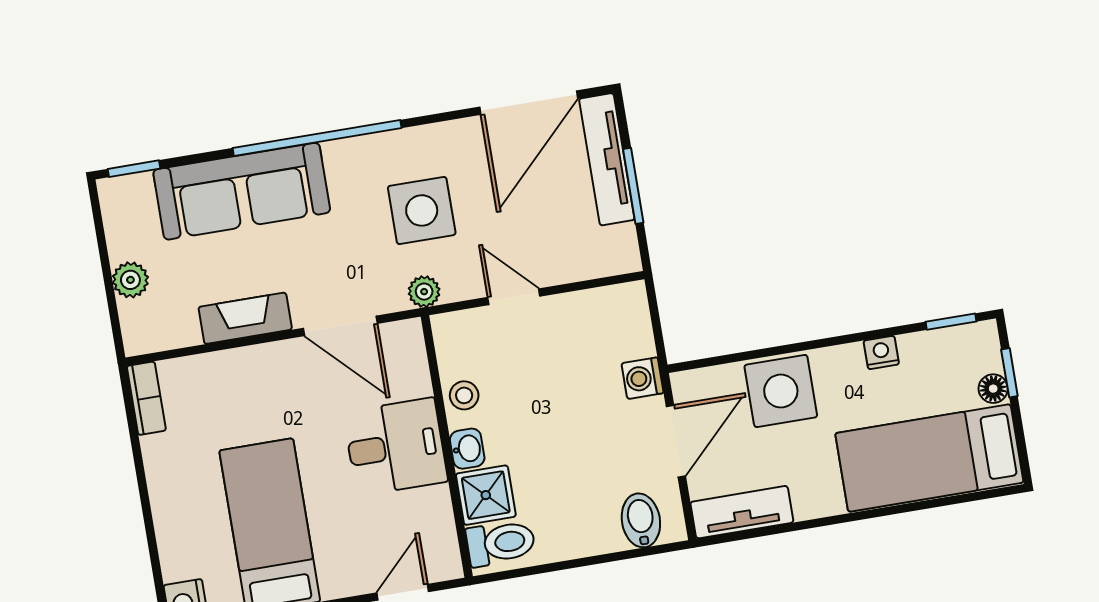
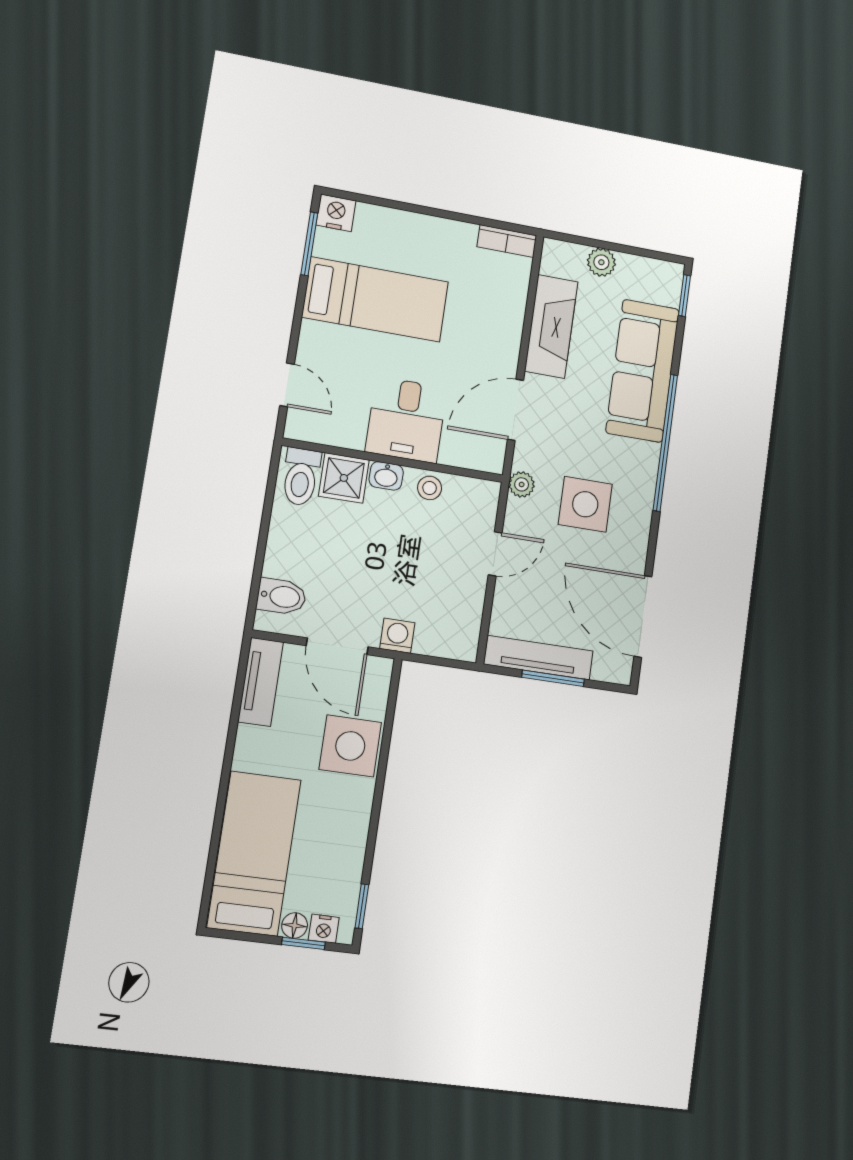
tv unit: (607, 159) -> (539, 658), moved
fireplace: (245, 318) -> (551, 326), width x1.37, depth x1.32
nightstand: (881, 352) -> (324, 929), moved, turned 90

